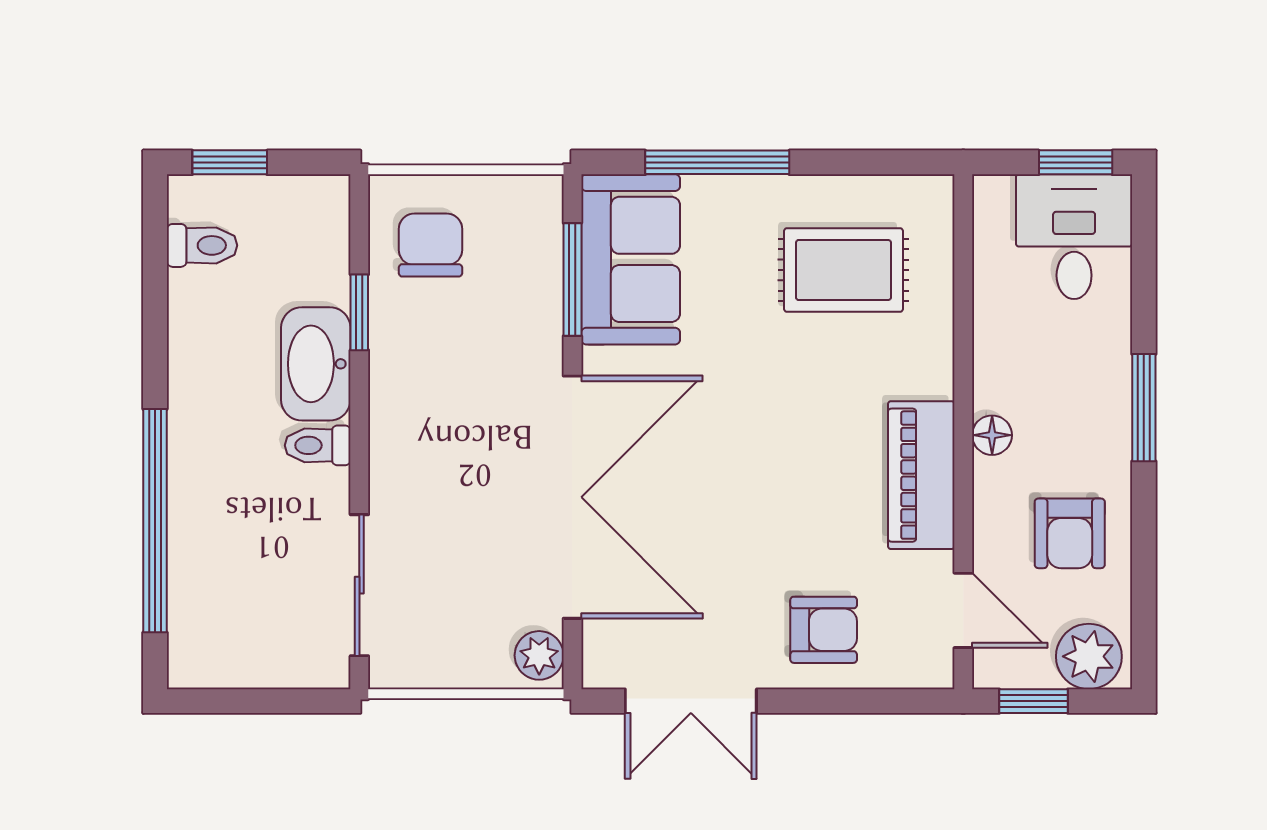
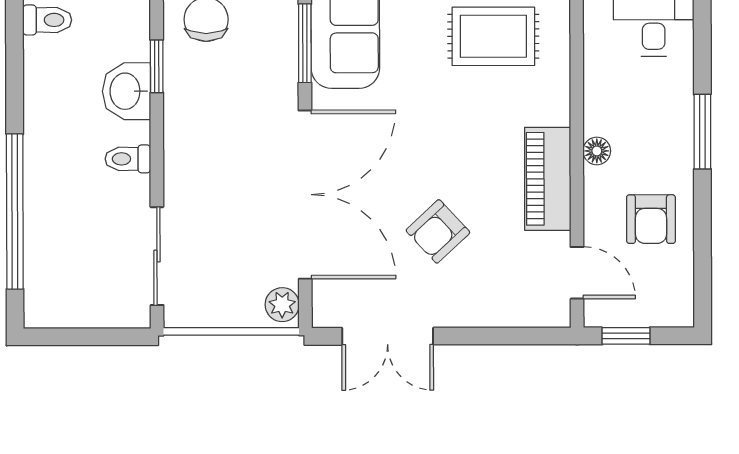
washbasin: (316, 364) -> (126, 91), width x0.72
armchair: (824, 630) -> (438, 231), moved, turned 137
plant: (1089, 656) -> (664, 305), removed

